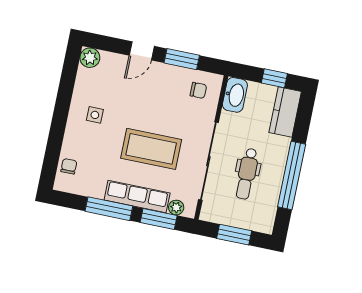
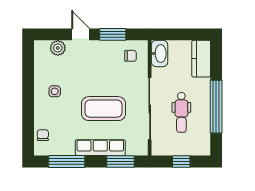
door: (142, 51) -> (81, 34), swing flipped
plant: (90, 58) -> (58, 48), moved
window: (274, 78) -> (187, 34), removed
plant: (176, 207) -> (132, 150), removed
window: (109, 209) -> (67, 161), moved
window: (234, 235) -> (181, 161), width x0.67

